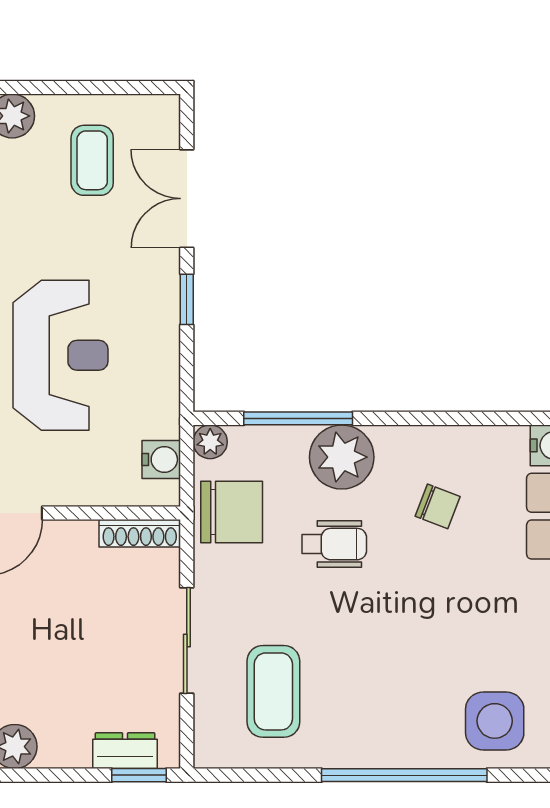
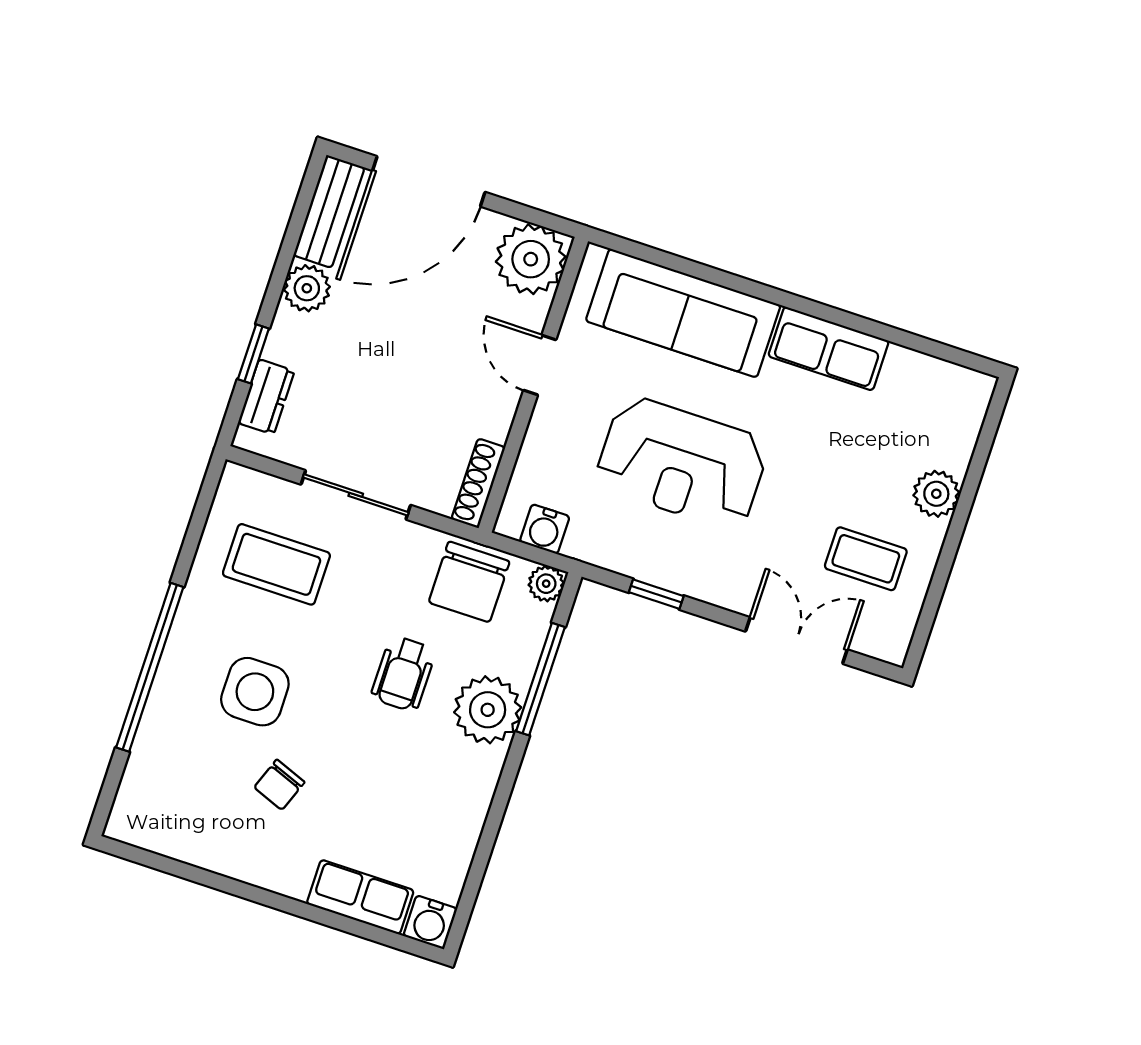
window: (187, 299) -> (656, 594), moved
chair: (438, 506) -> (279, 785), moved
side table: (495, 721) -> (255, 692), moved
window: (139, 775) -> (253, 354), moved

